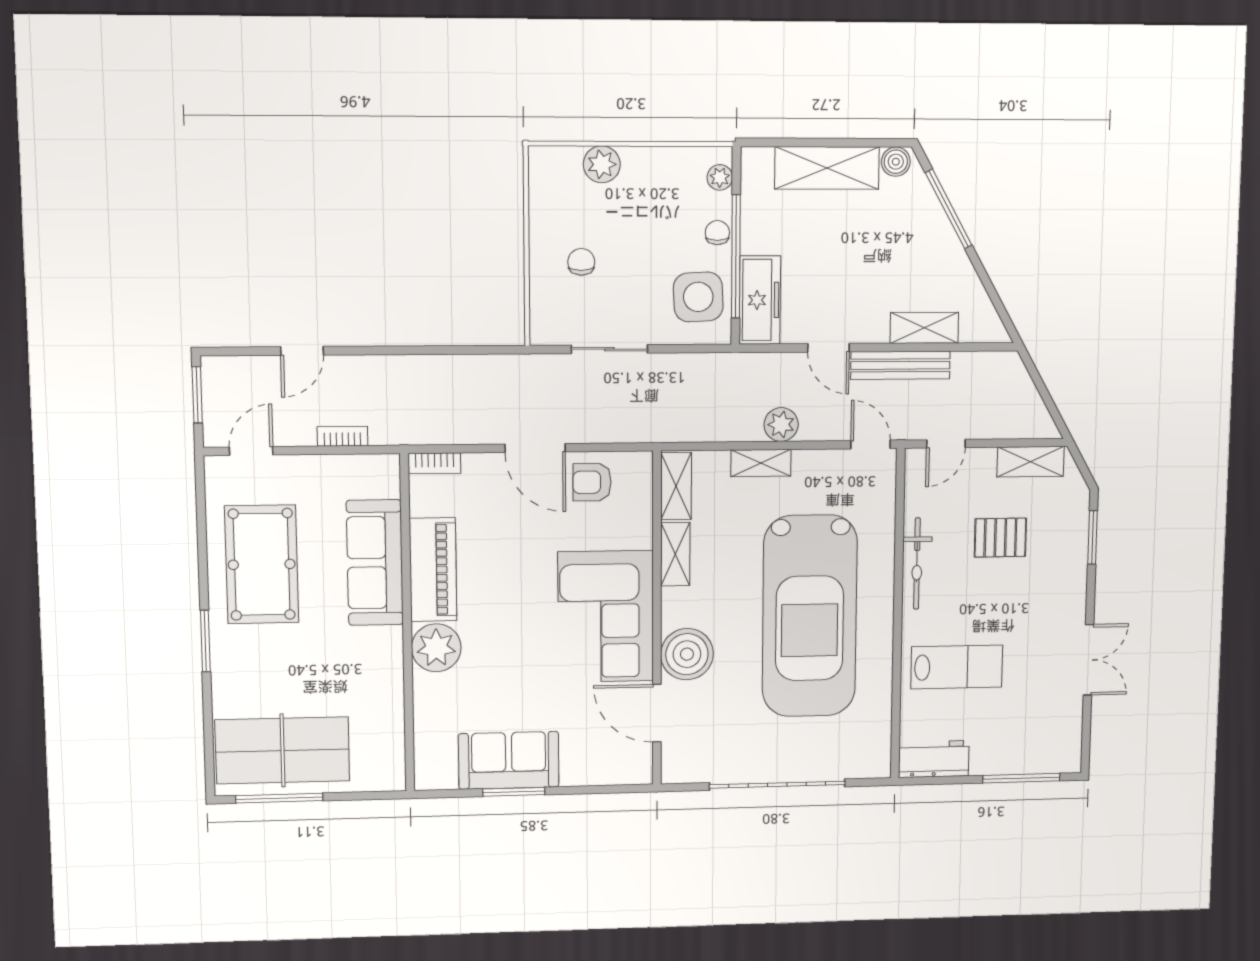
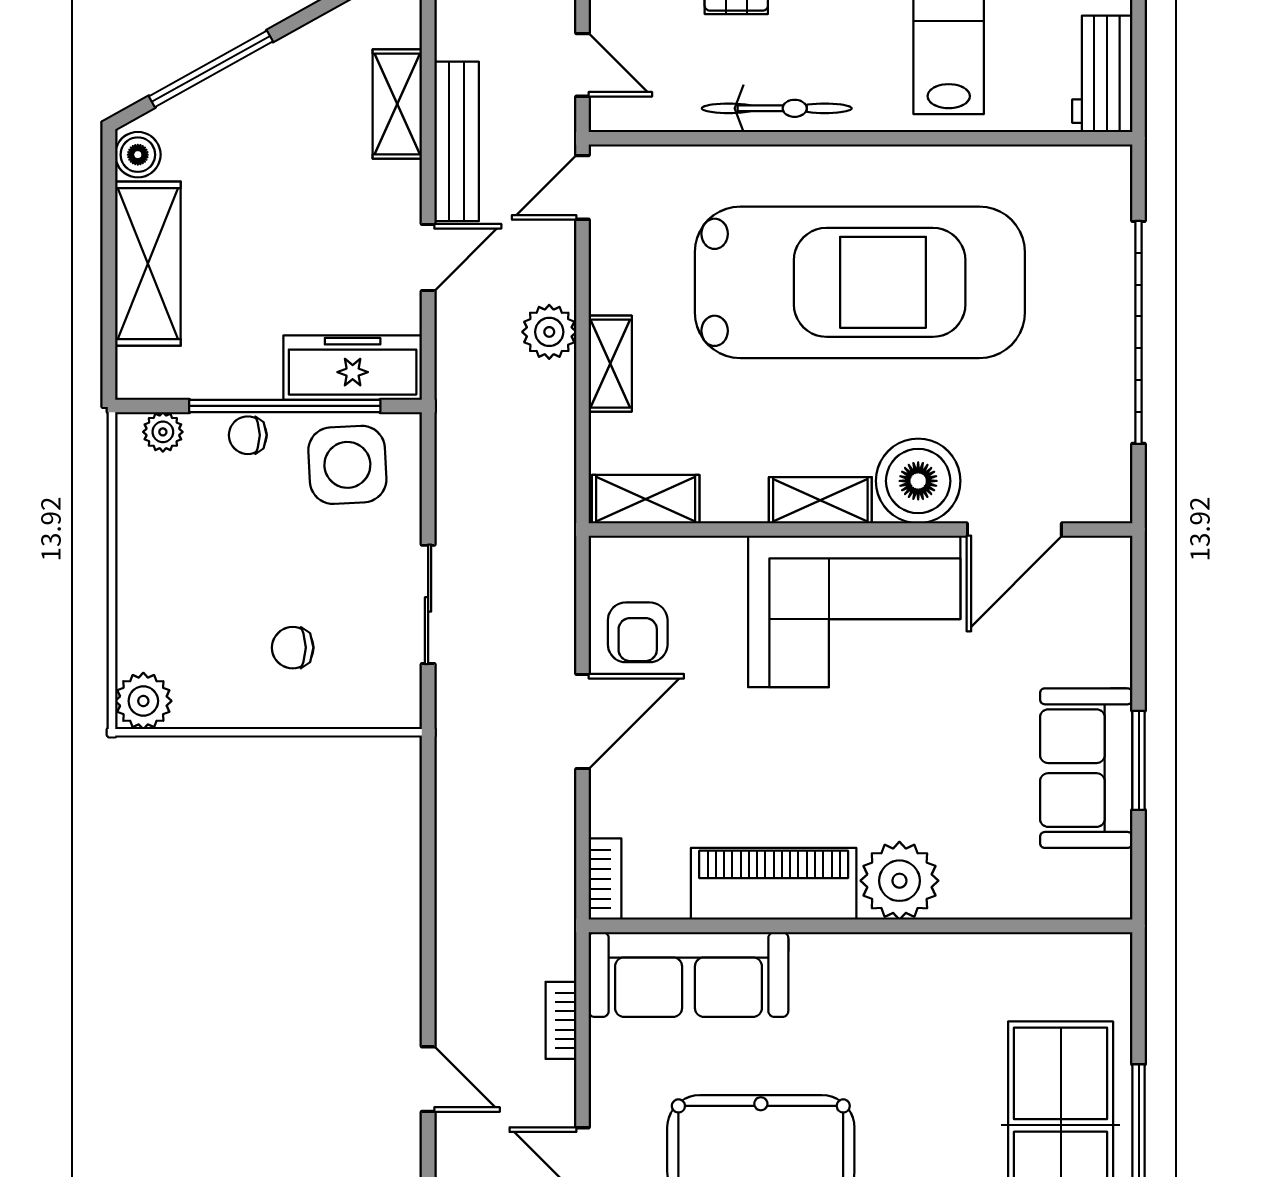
plant: (602, 164) -> (143, 701), moved
shelving: (675, 554) -> (820, 500), moved
sofa: (375, 563) -> (689, 974), moved

